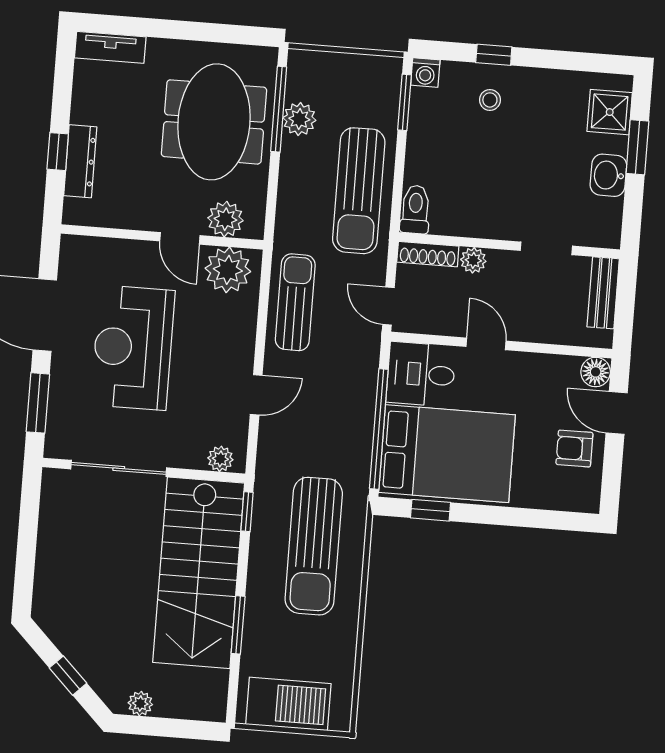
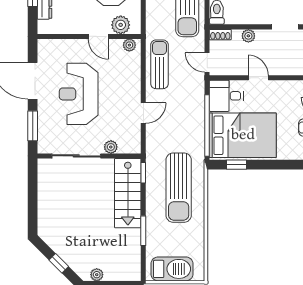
shoe rack: (428, 254) -> (220, 35), width x0.70
plant: (228, 270) -> (129, 45), width x0.53, depth x0.53
plant: (220, 459) -> (111, 147), moved
stairs: (199, 573) -> (128, 193), width x0.73, depth x0.66

